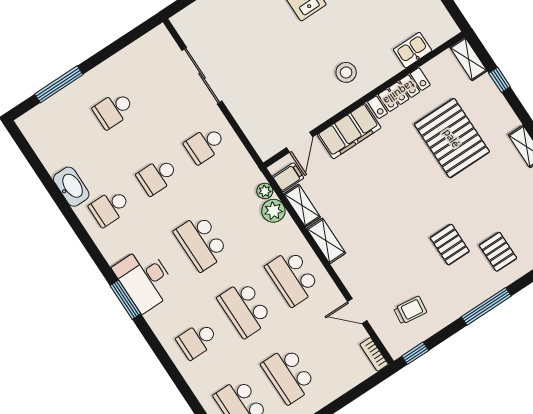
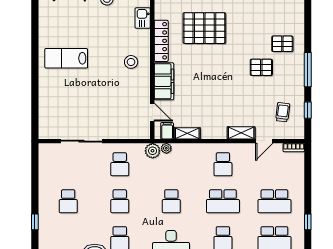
window: (59, 84) -> (35, 222), width x0.46
plant: (273, 211) -> (153, 151), moved
shelving: (326, 241) -> (241, 133), moved
school desk: (201, 242) -> (171, 201), width x0.54
school desk: (292, 277) -> (223, 164), width x0.54
window: (415, 353) -> (308, 110), moved

